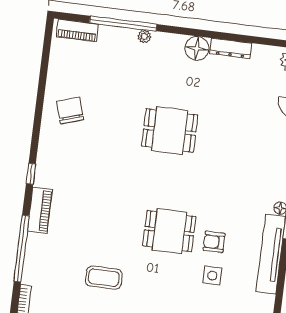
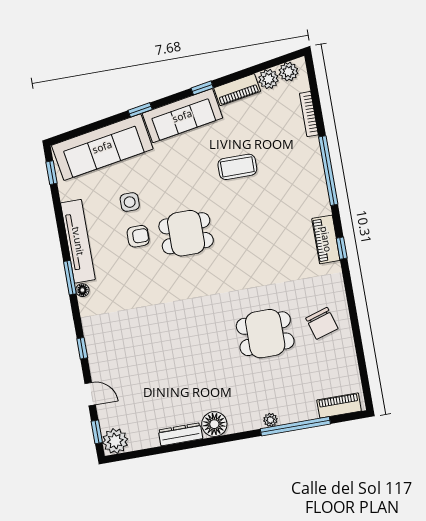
dining table: (170, 130) -> (265, 334), moved
piano: (40, 210) -> (326, 239), moved

